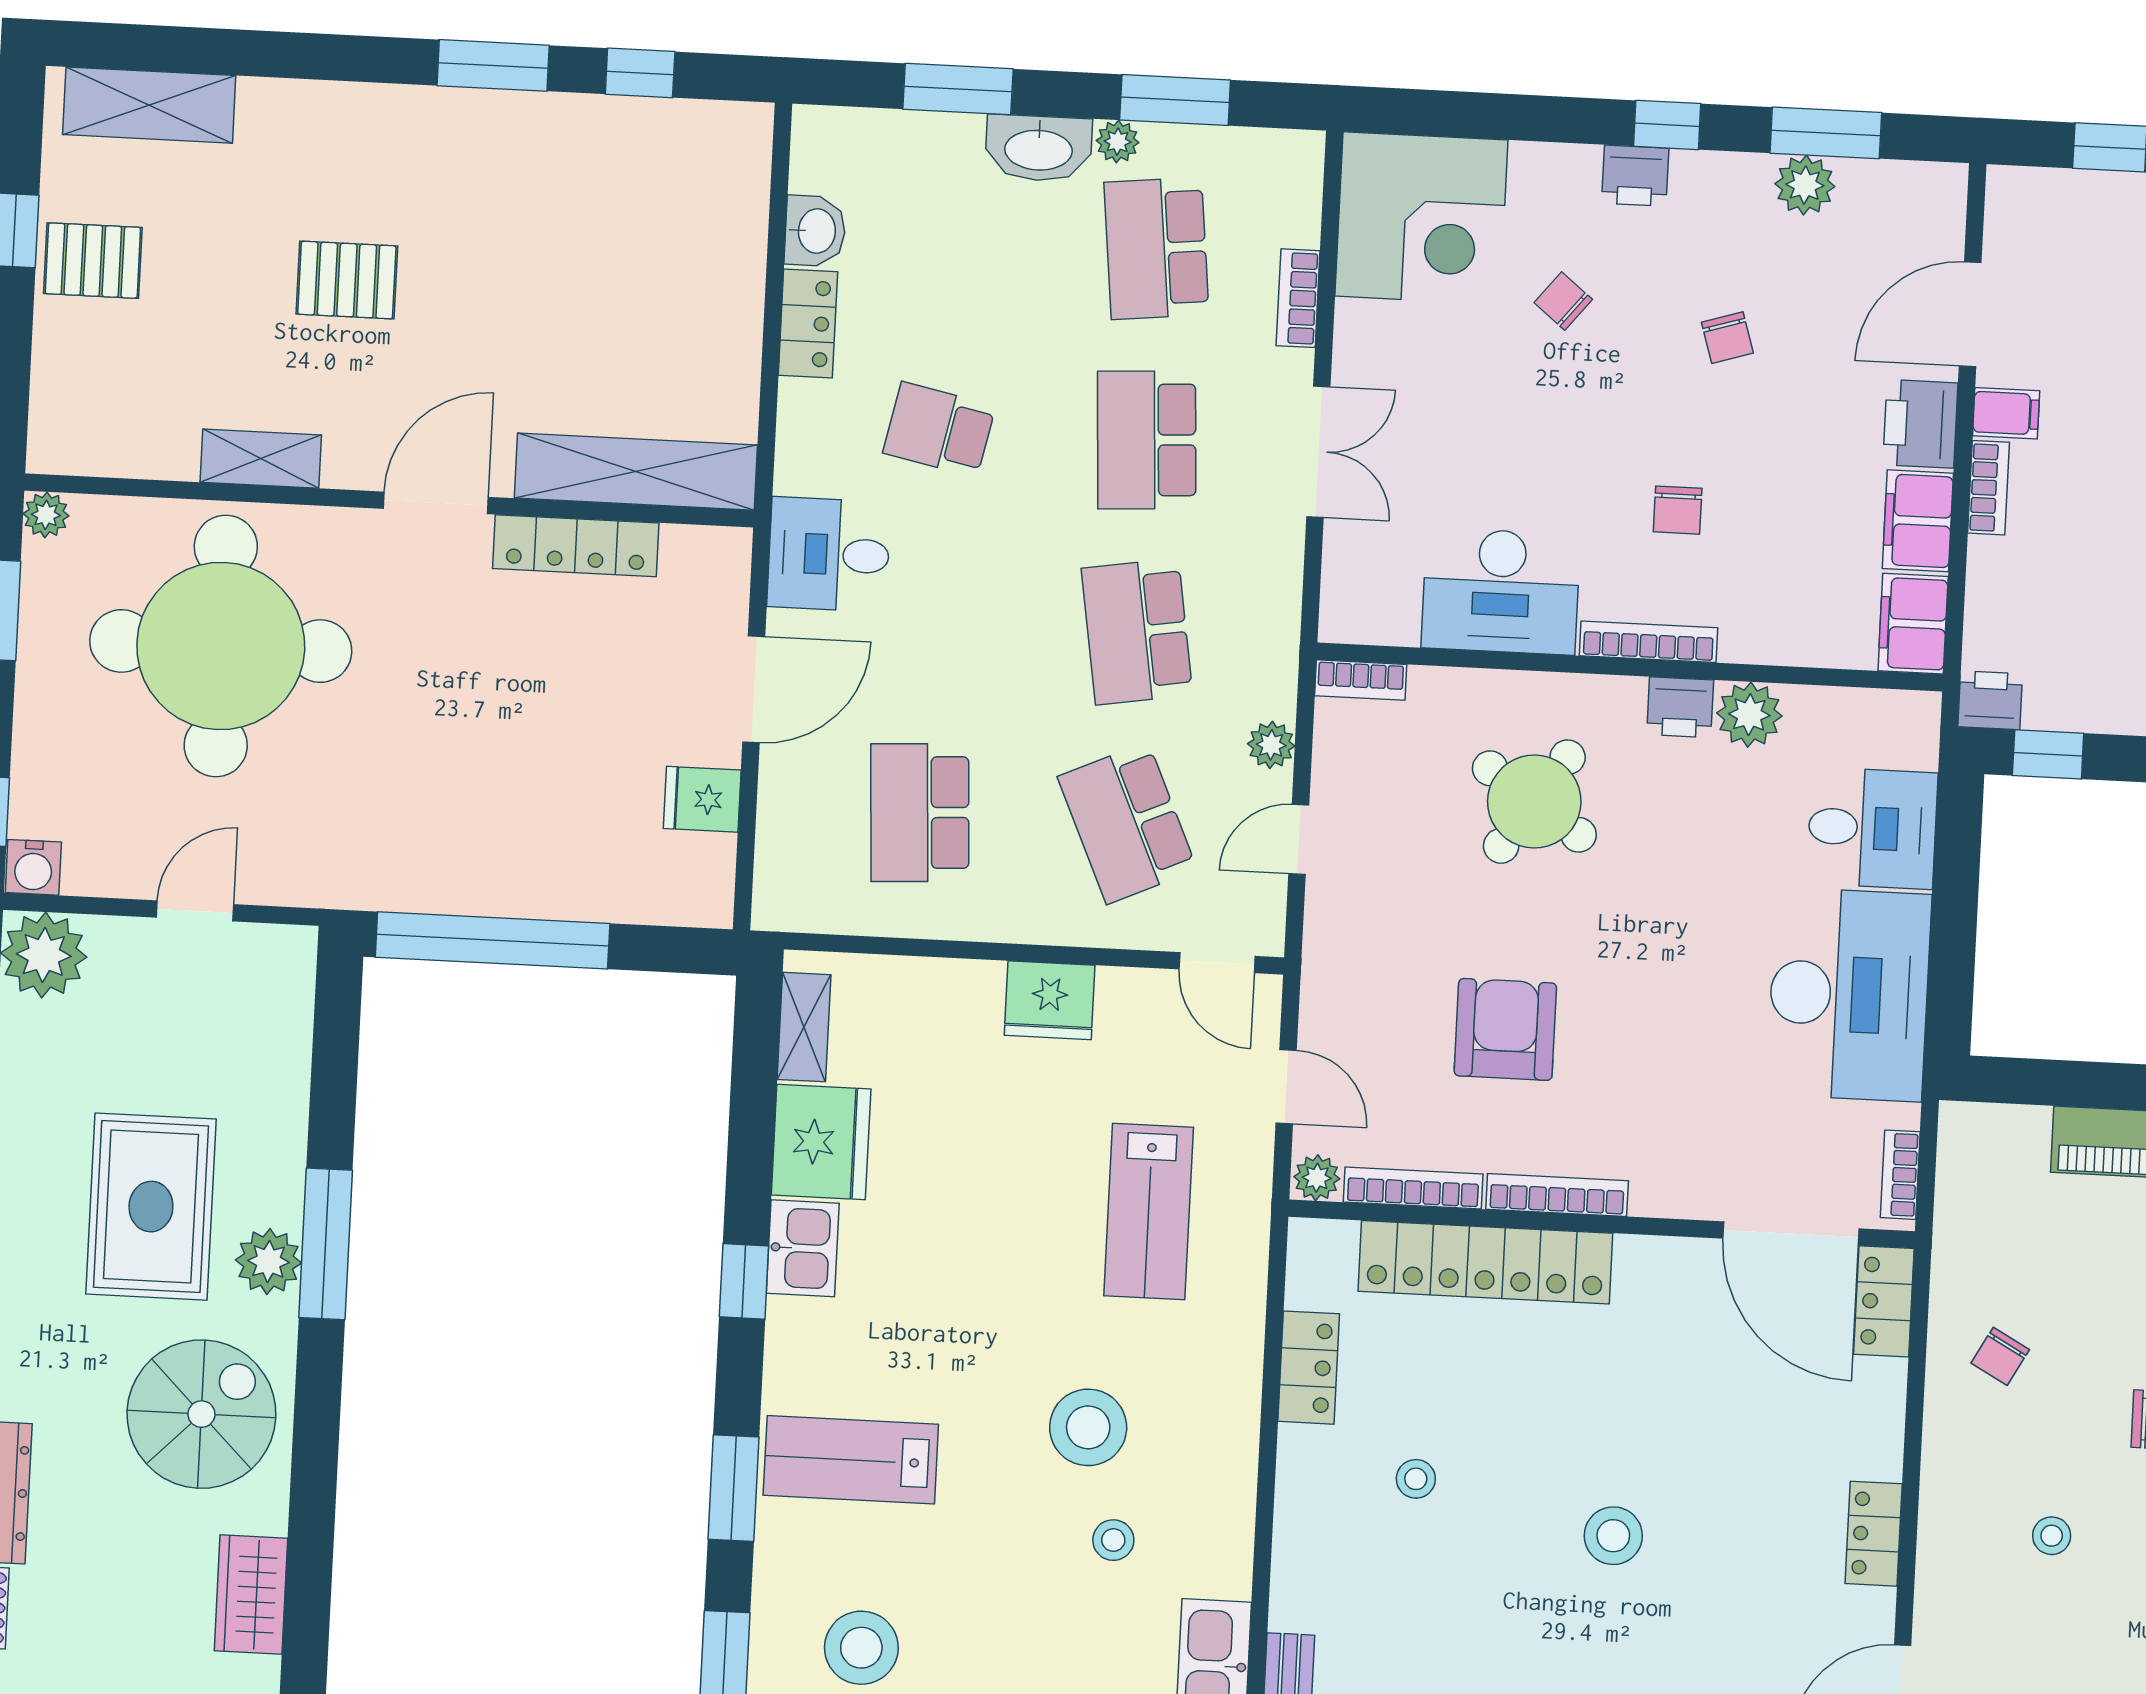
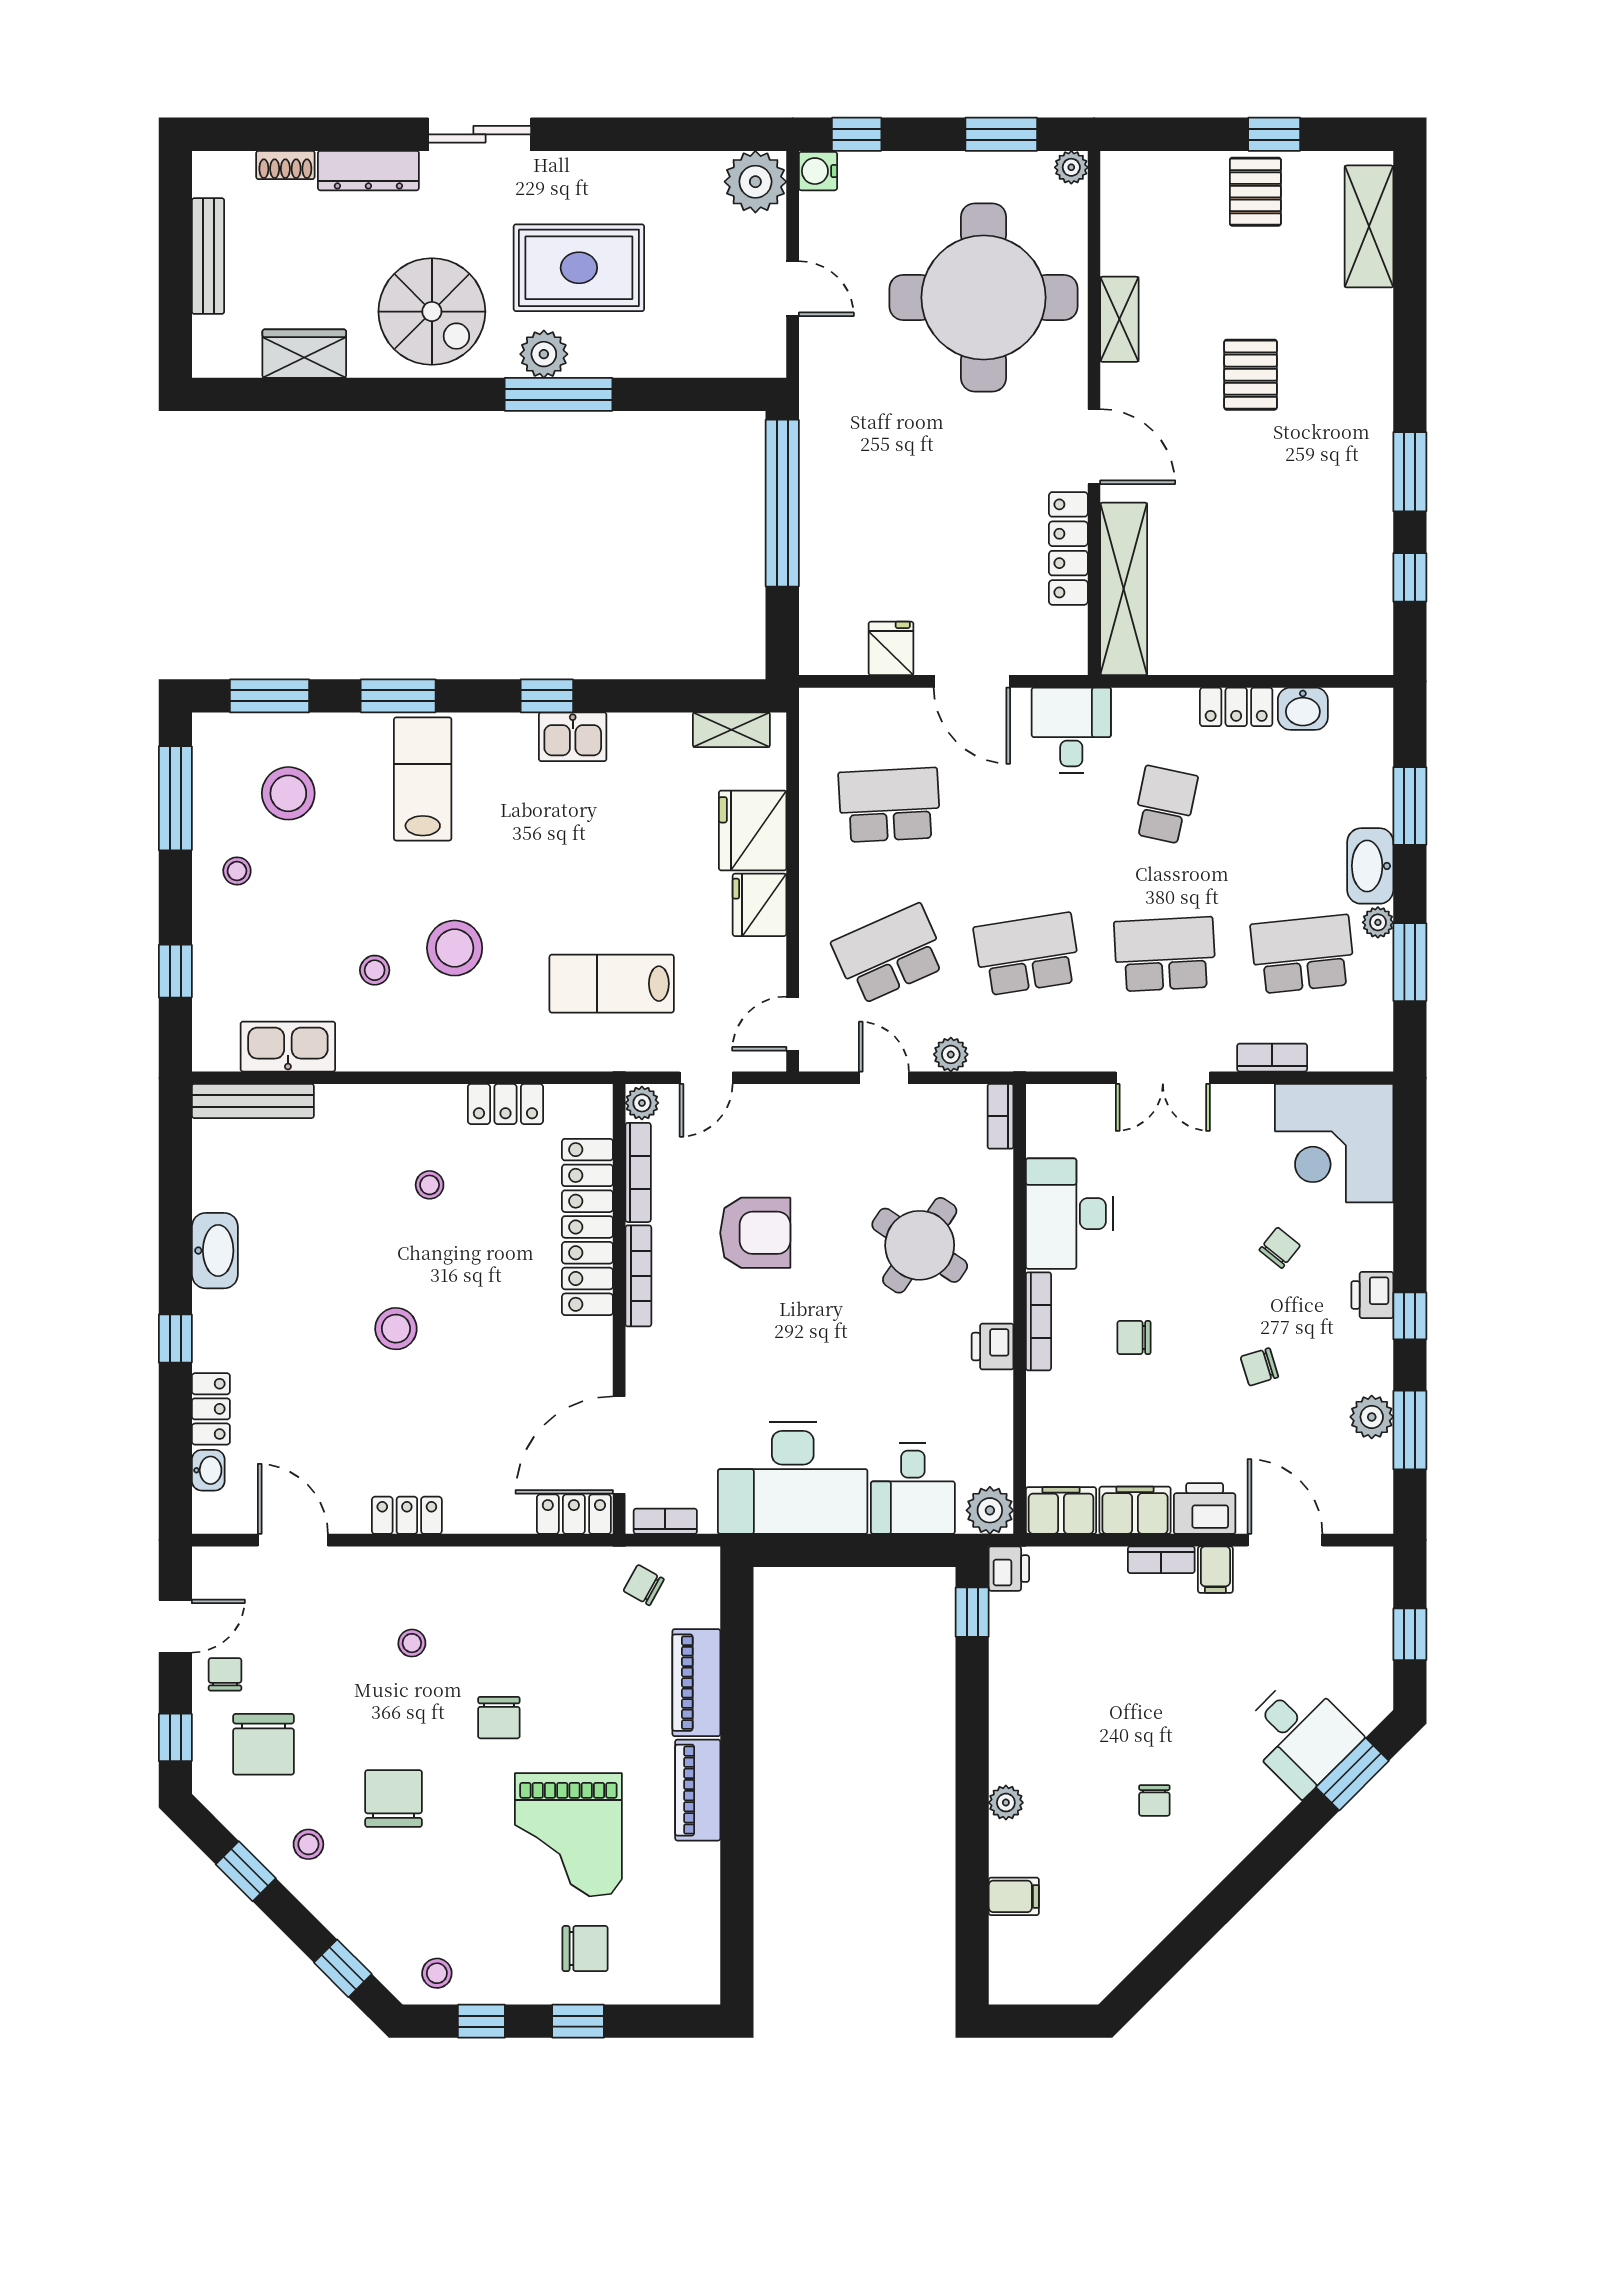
plant: (1749, 715) -> (990, 1510), moved
fridge: (821, 1142) -> (753, 831), moved, turned 90
chair: (2000, 1356) -> (644, 1585), moved

